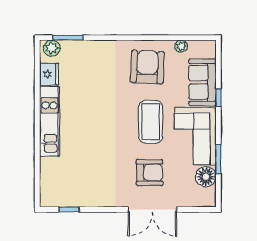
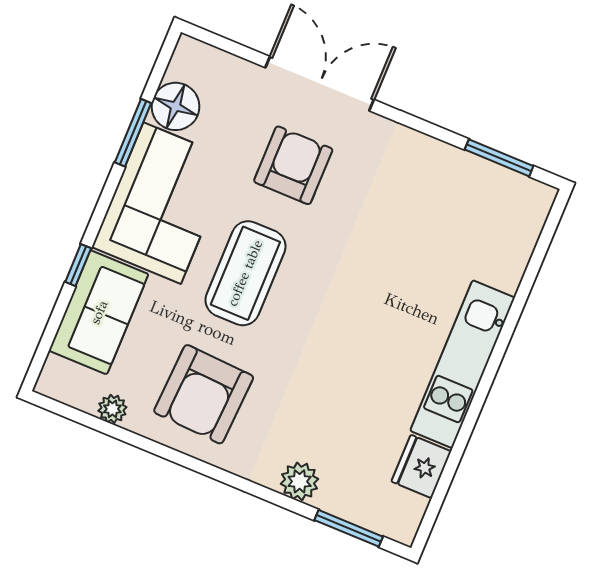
plant: (52, 48) -> (300, 481), moved
armchair: (149, 173) -> (293, 165), turned 90
window: (69, 209) -> (499, 158), width x1.50

